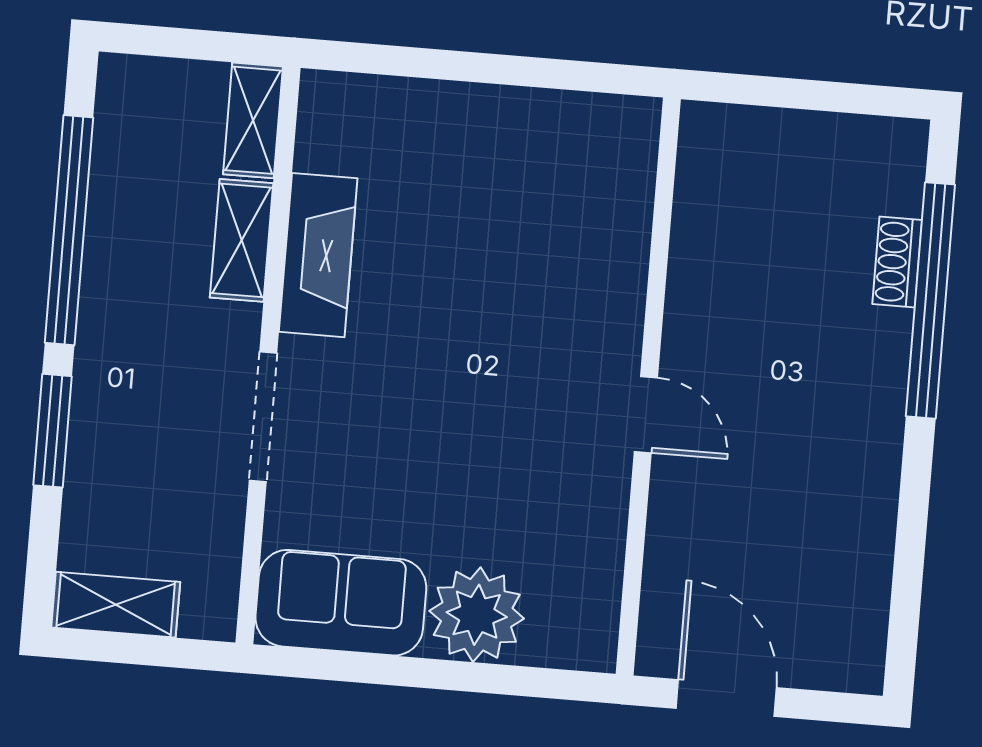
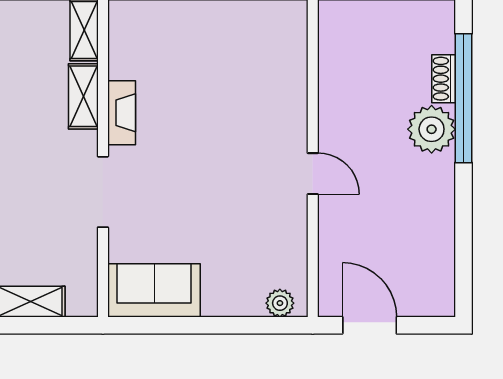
fireplace: (318, 255) -> (122, 113), width x0.73, depth x0.76
plant: (868, 352) -> (432, 129), added
plant: (477, 615) -> (280, 303), moved, width x0.53, depth x0.53

